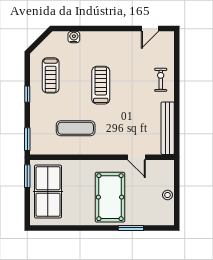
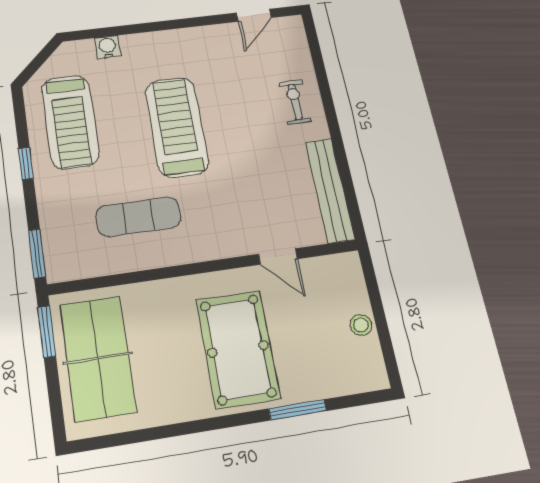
treadmill: (51, 75) -> (70, 122), width x1.37, depth x1.38
treadmill: (101, 85) -> (177, 127), width x1.37, depth x1.38

